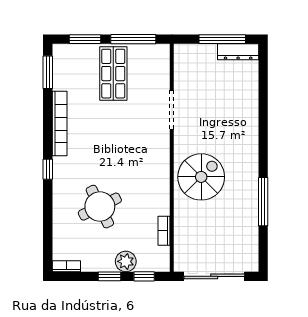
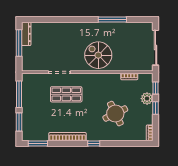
shop shelf: (113, 74) -> (66, 94), moved

